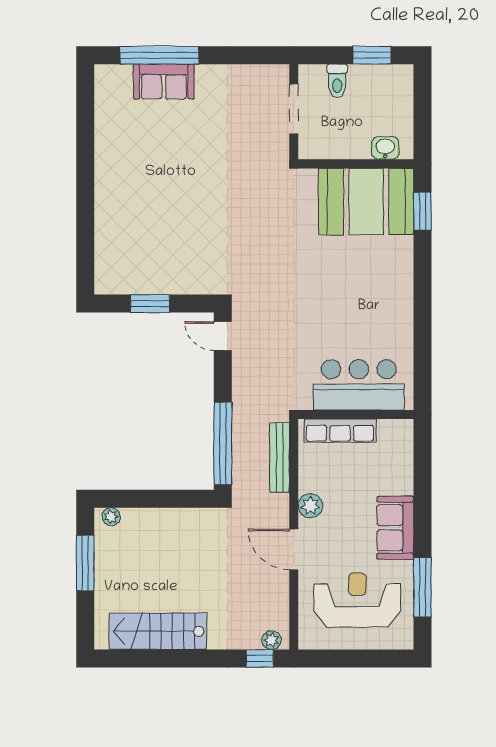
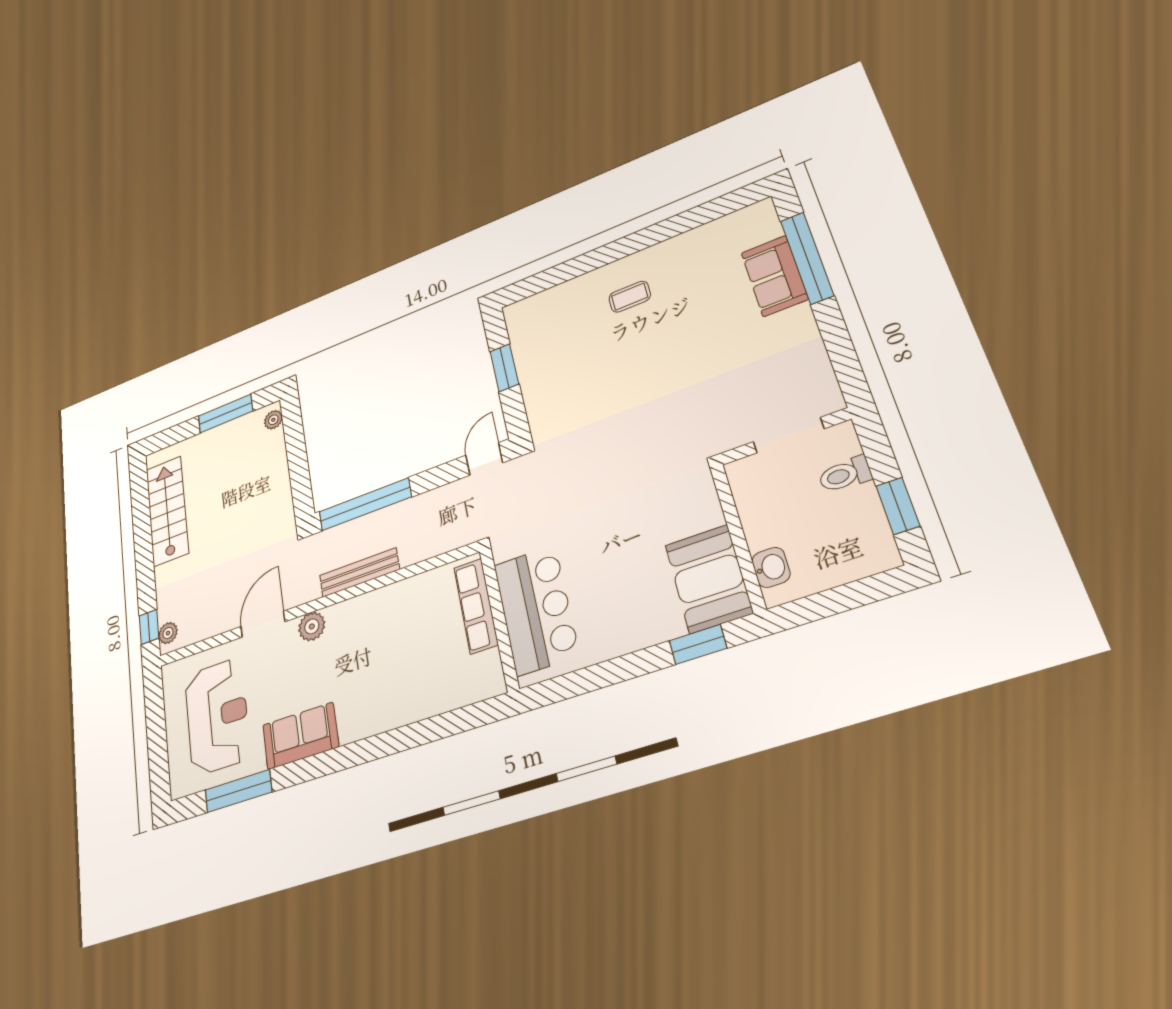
coffee table: (132, 191) -> (630, 297), added
booth: (366, 202) -> (709, 579), width x0.73, depth x0.70
bar counter: (359, 385) -> (536, 610), moved
wall: (356, 414) -> (499, 619), moved
row of seats: (340, 431) -> (476, 606), moved

